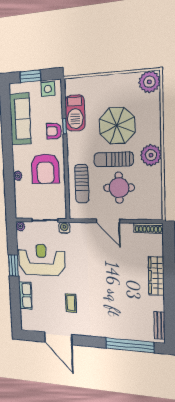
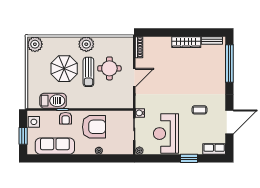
sun lounger: (82, 184) -> (106, 97), removed
window: (13, 265) -> (189, 158), moved
wardrobe: (156, 276) -> (186, 42), moved
row of seats: (25, 295) -> (214, 149), moved

